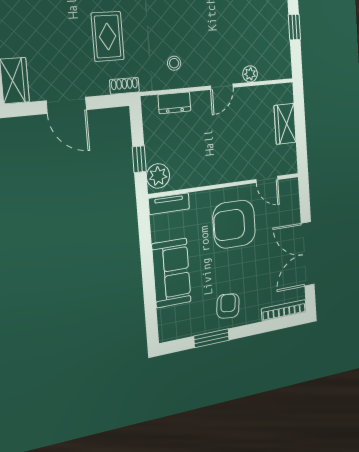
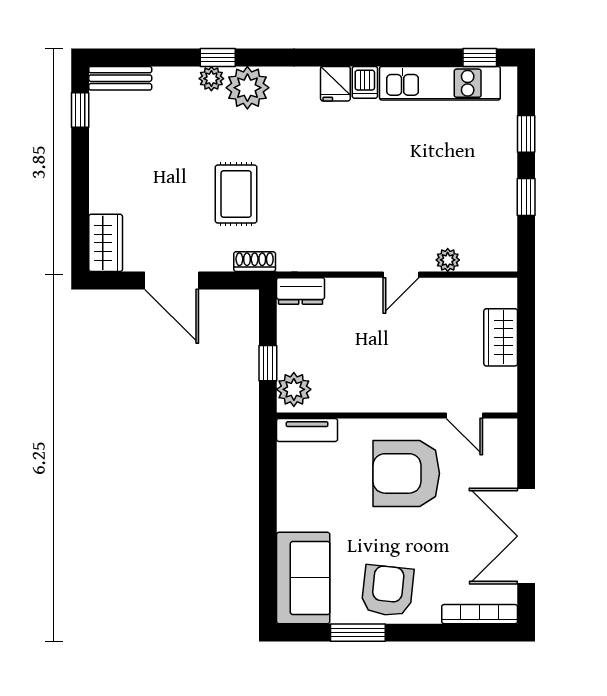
stool: (174, 63) -> (330, 236), removed
dresser: (174, 103) -> (301, 291), moved
sofa: (171, 273) -> (303, 578), moved
armchair: (228, 306) -> (388, 591), width x1.38, depth x1.38

